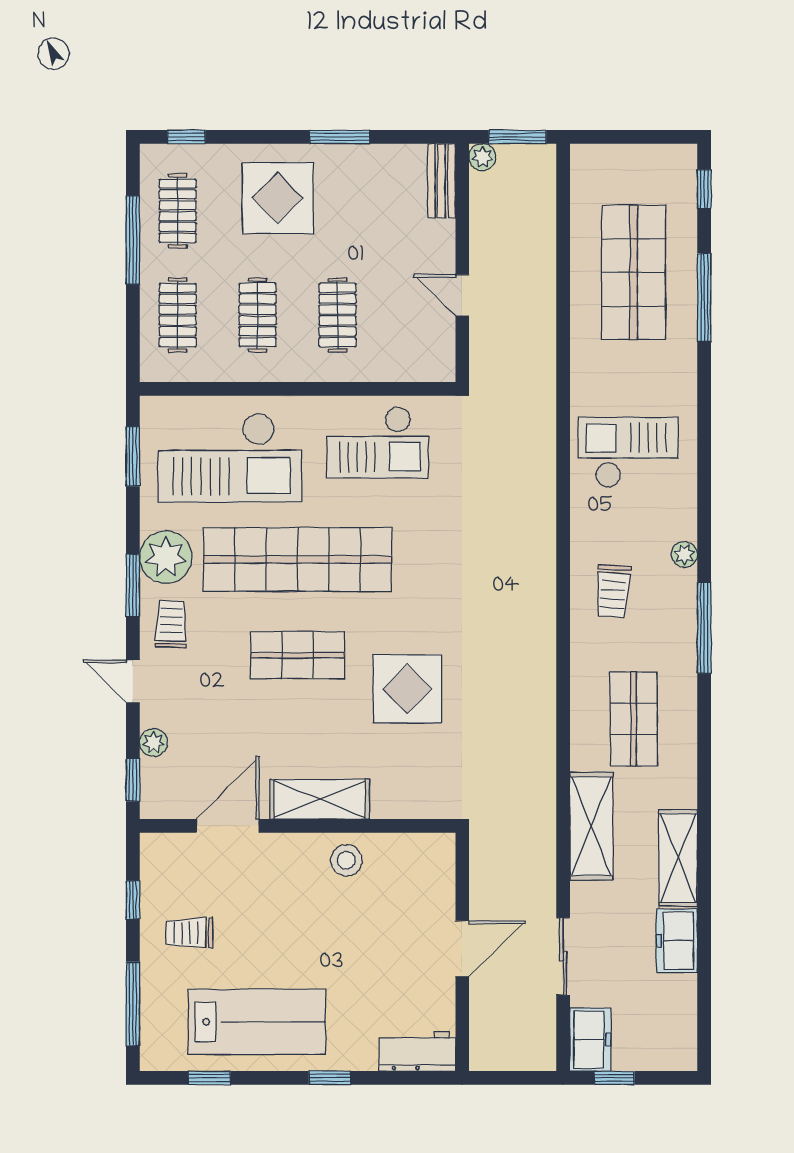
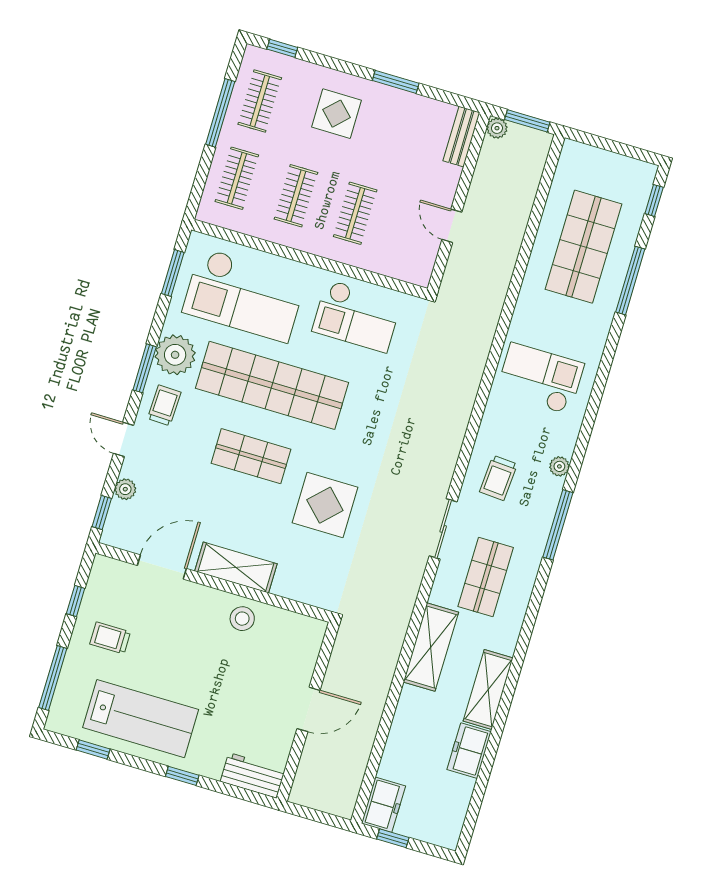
display table: (278, 198) -> (337, 114), width x0.73, depth x0.73
sliding door: (563, 956) -> (443, 529), moved

